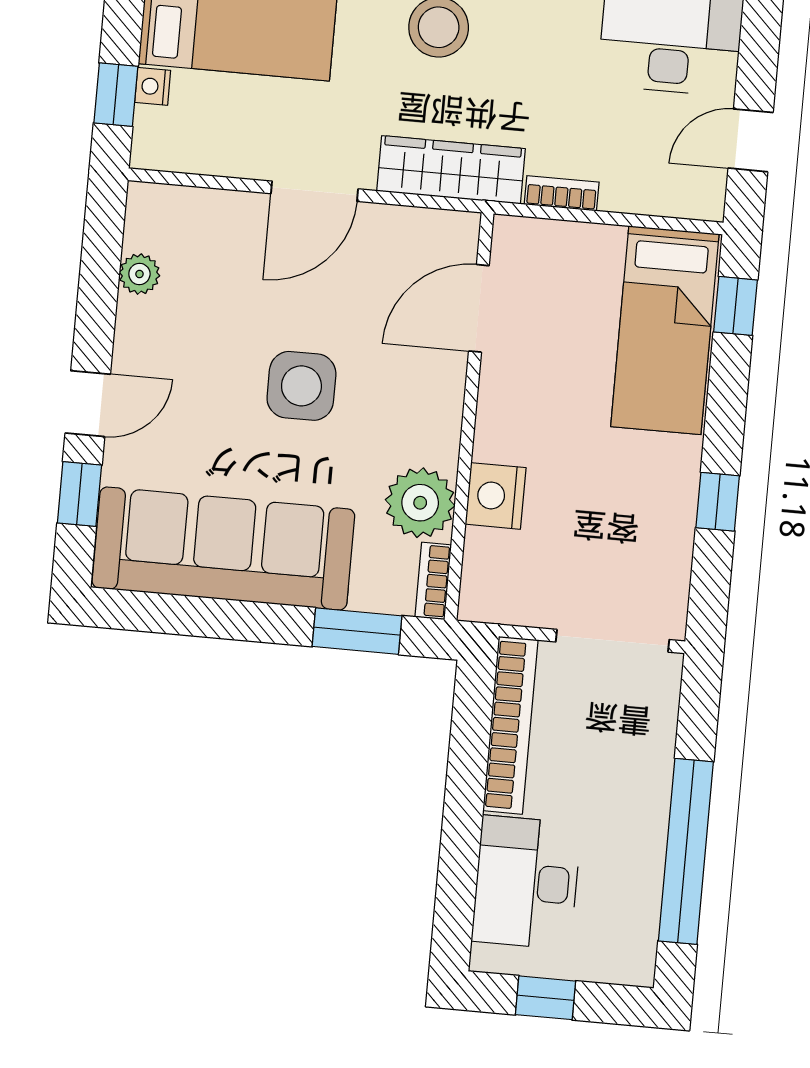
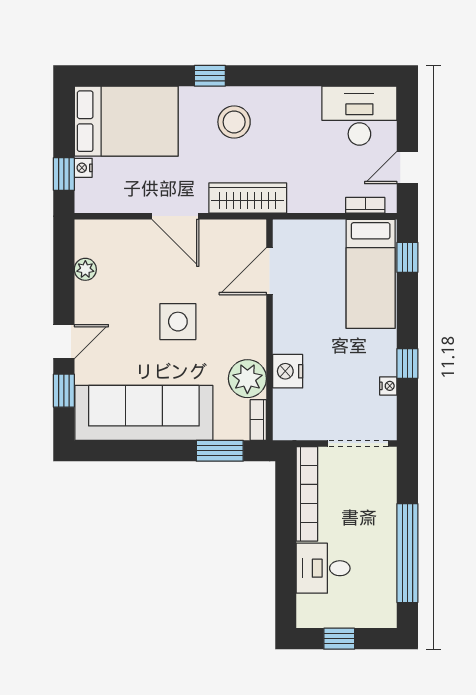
door: (315, 191) -> (175, 216), hinge flipped
bookcase: (562, 193) -> (365, 205), moved
nightstand: (679, 540) -> (388, 386), added
desk: (526, 882) -> (323, 568), width x0.73

